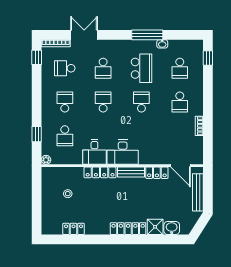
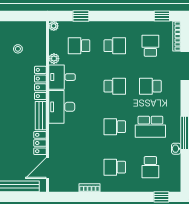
school desk: (180, 68) -> (150, 167), turned -90
school desk: (141, 102) -> (115, 127), turned 180
plant: (77, 160) -> (54, 59), added

